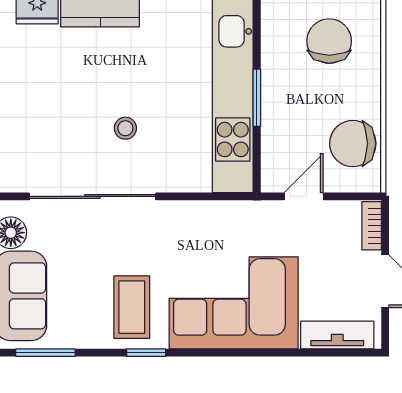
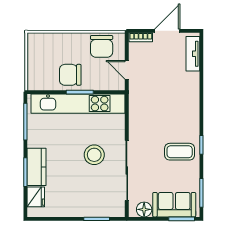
chair: (329, 41) -> (70, 75), moved
stool: (125, 128) -> (94, 155), width x1.89, depth x1.89
corner sofa: (234, 303) -> (178, 103), removed

